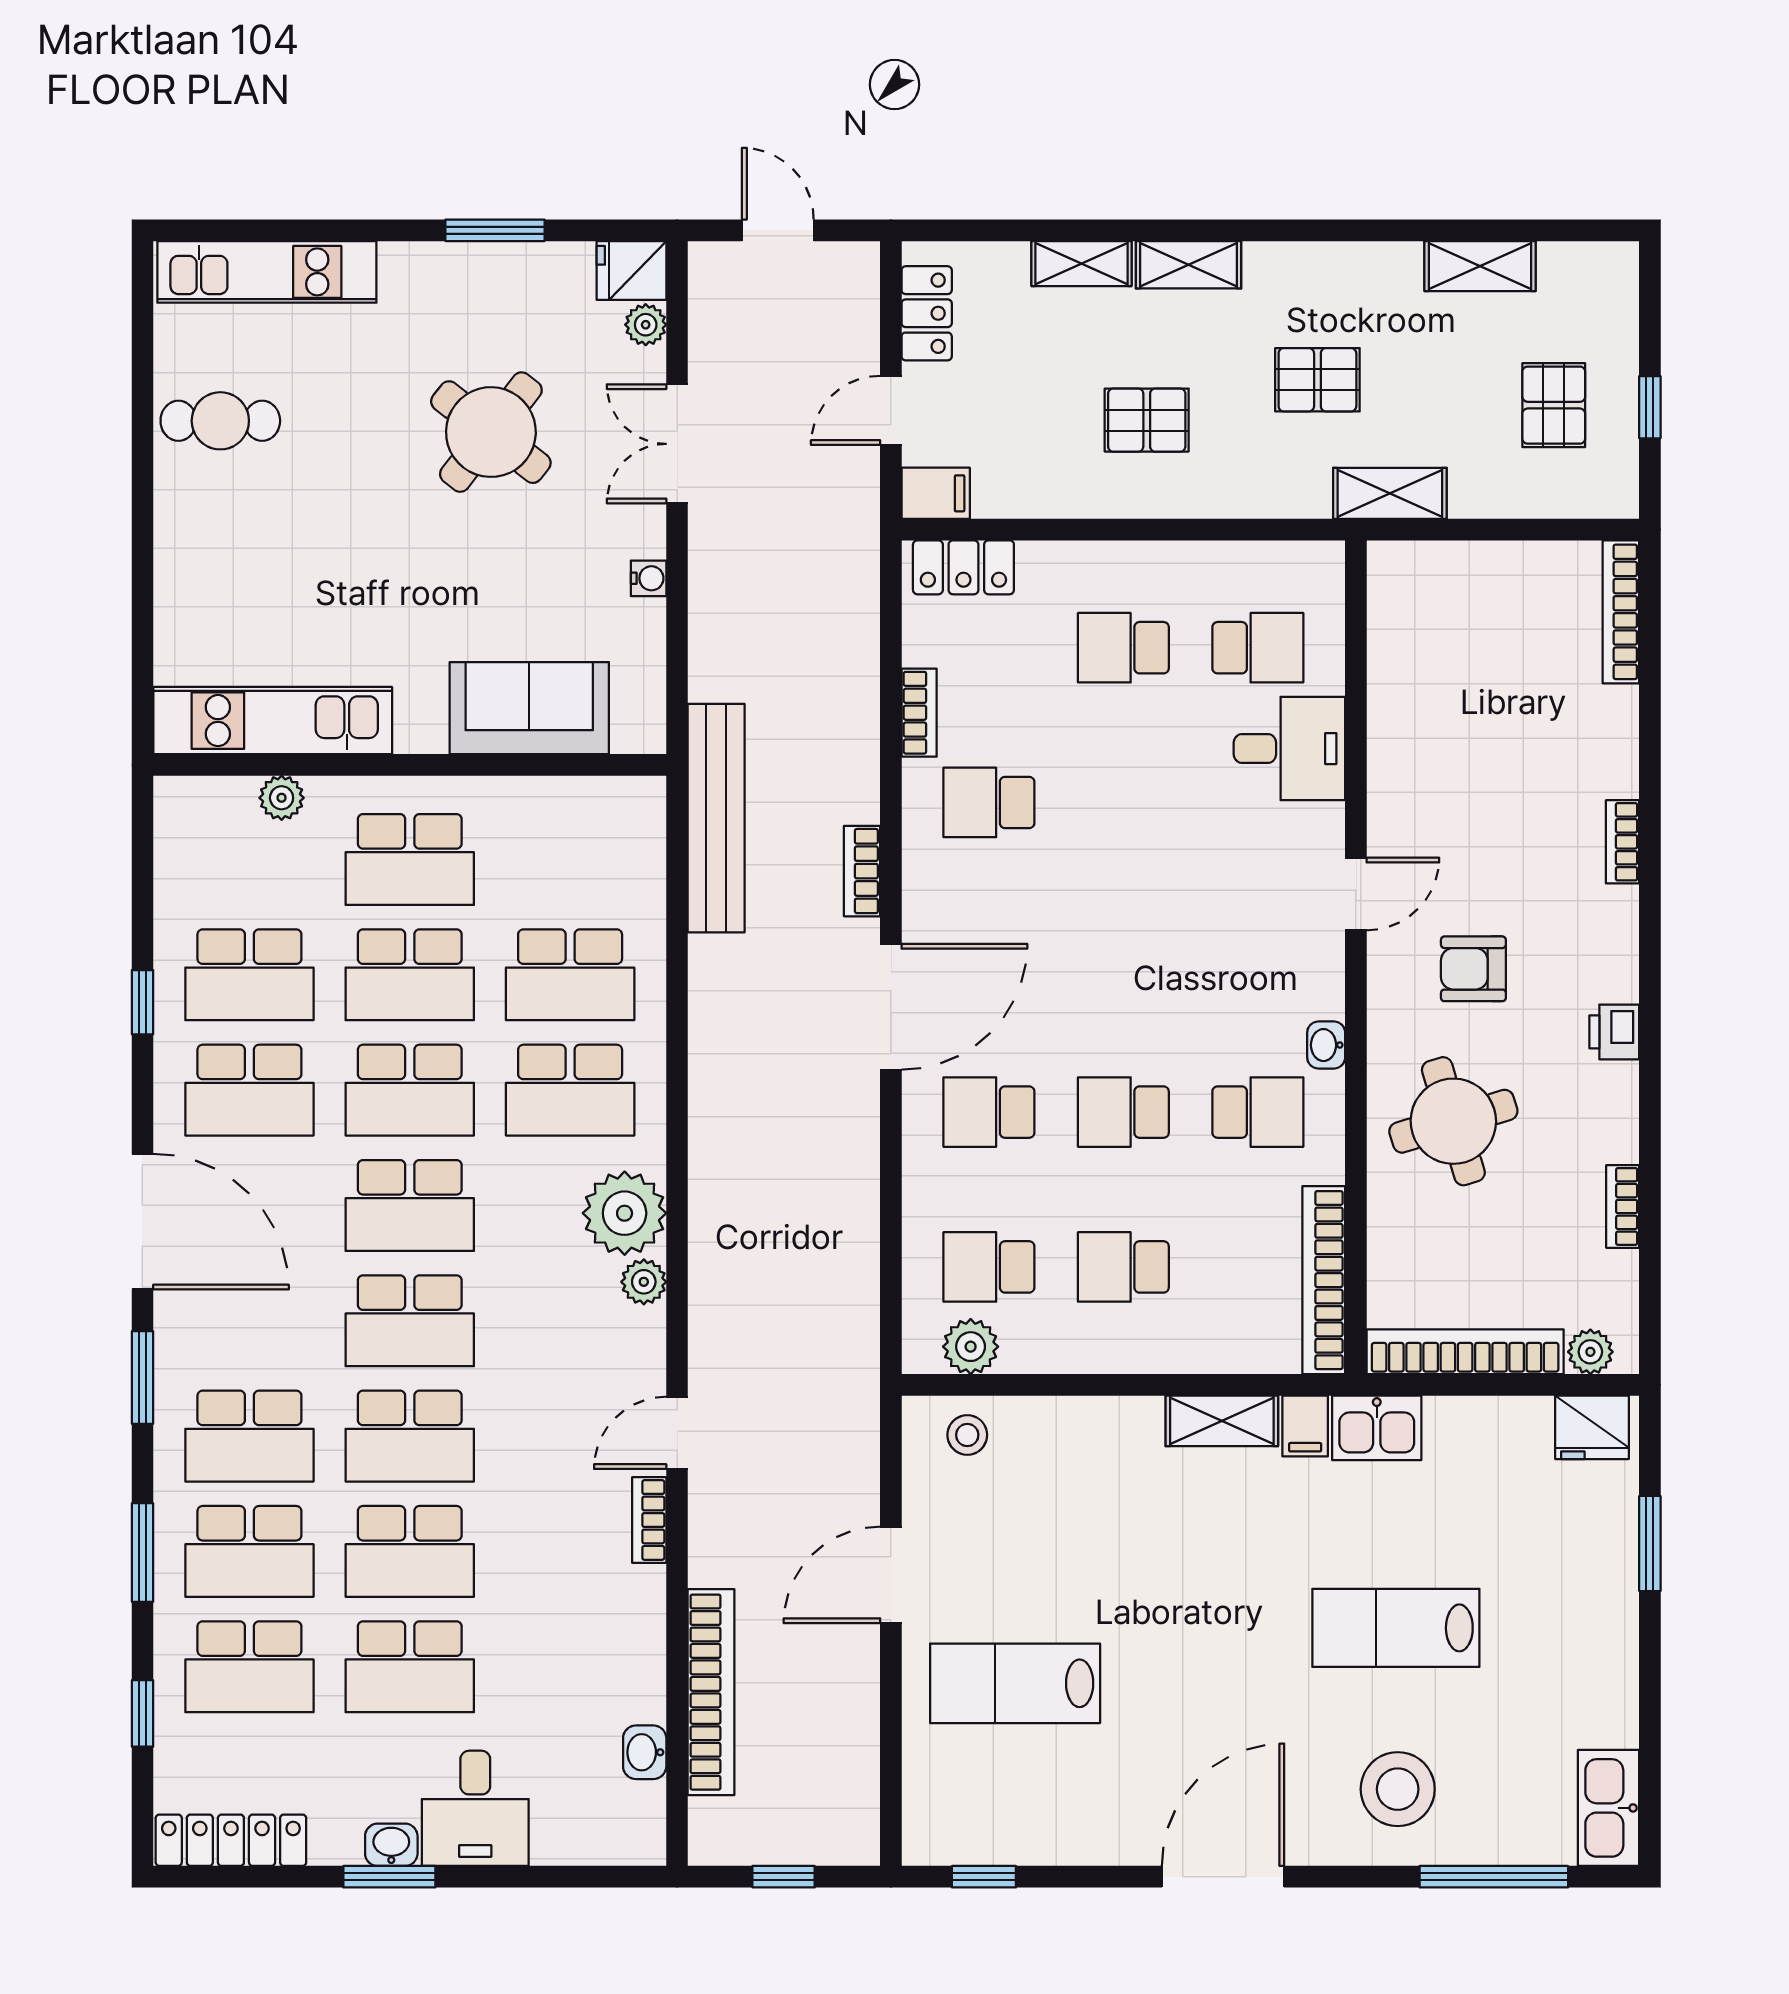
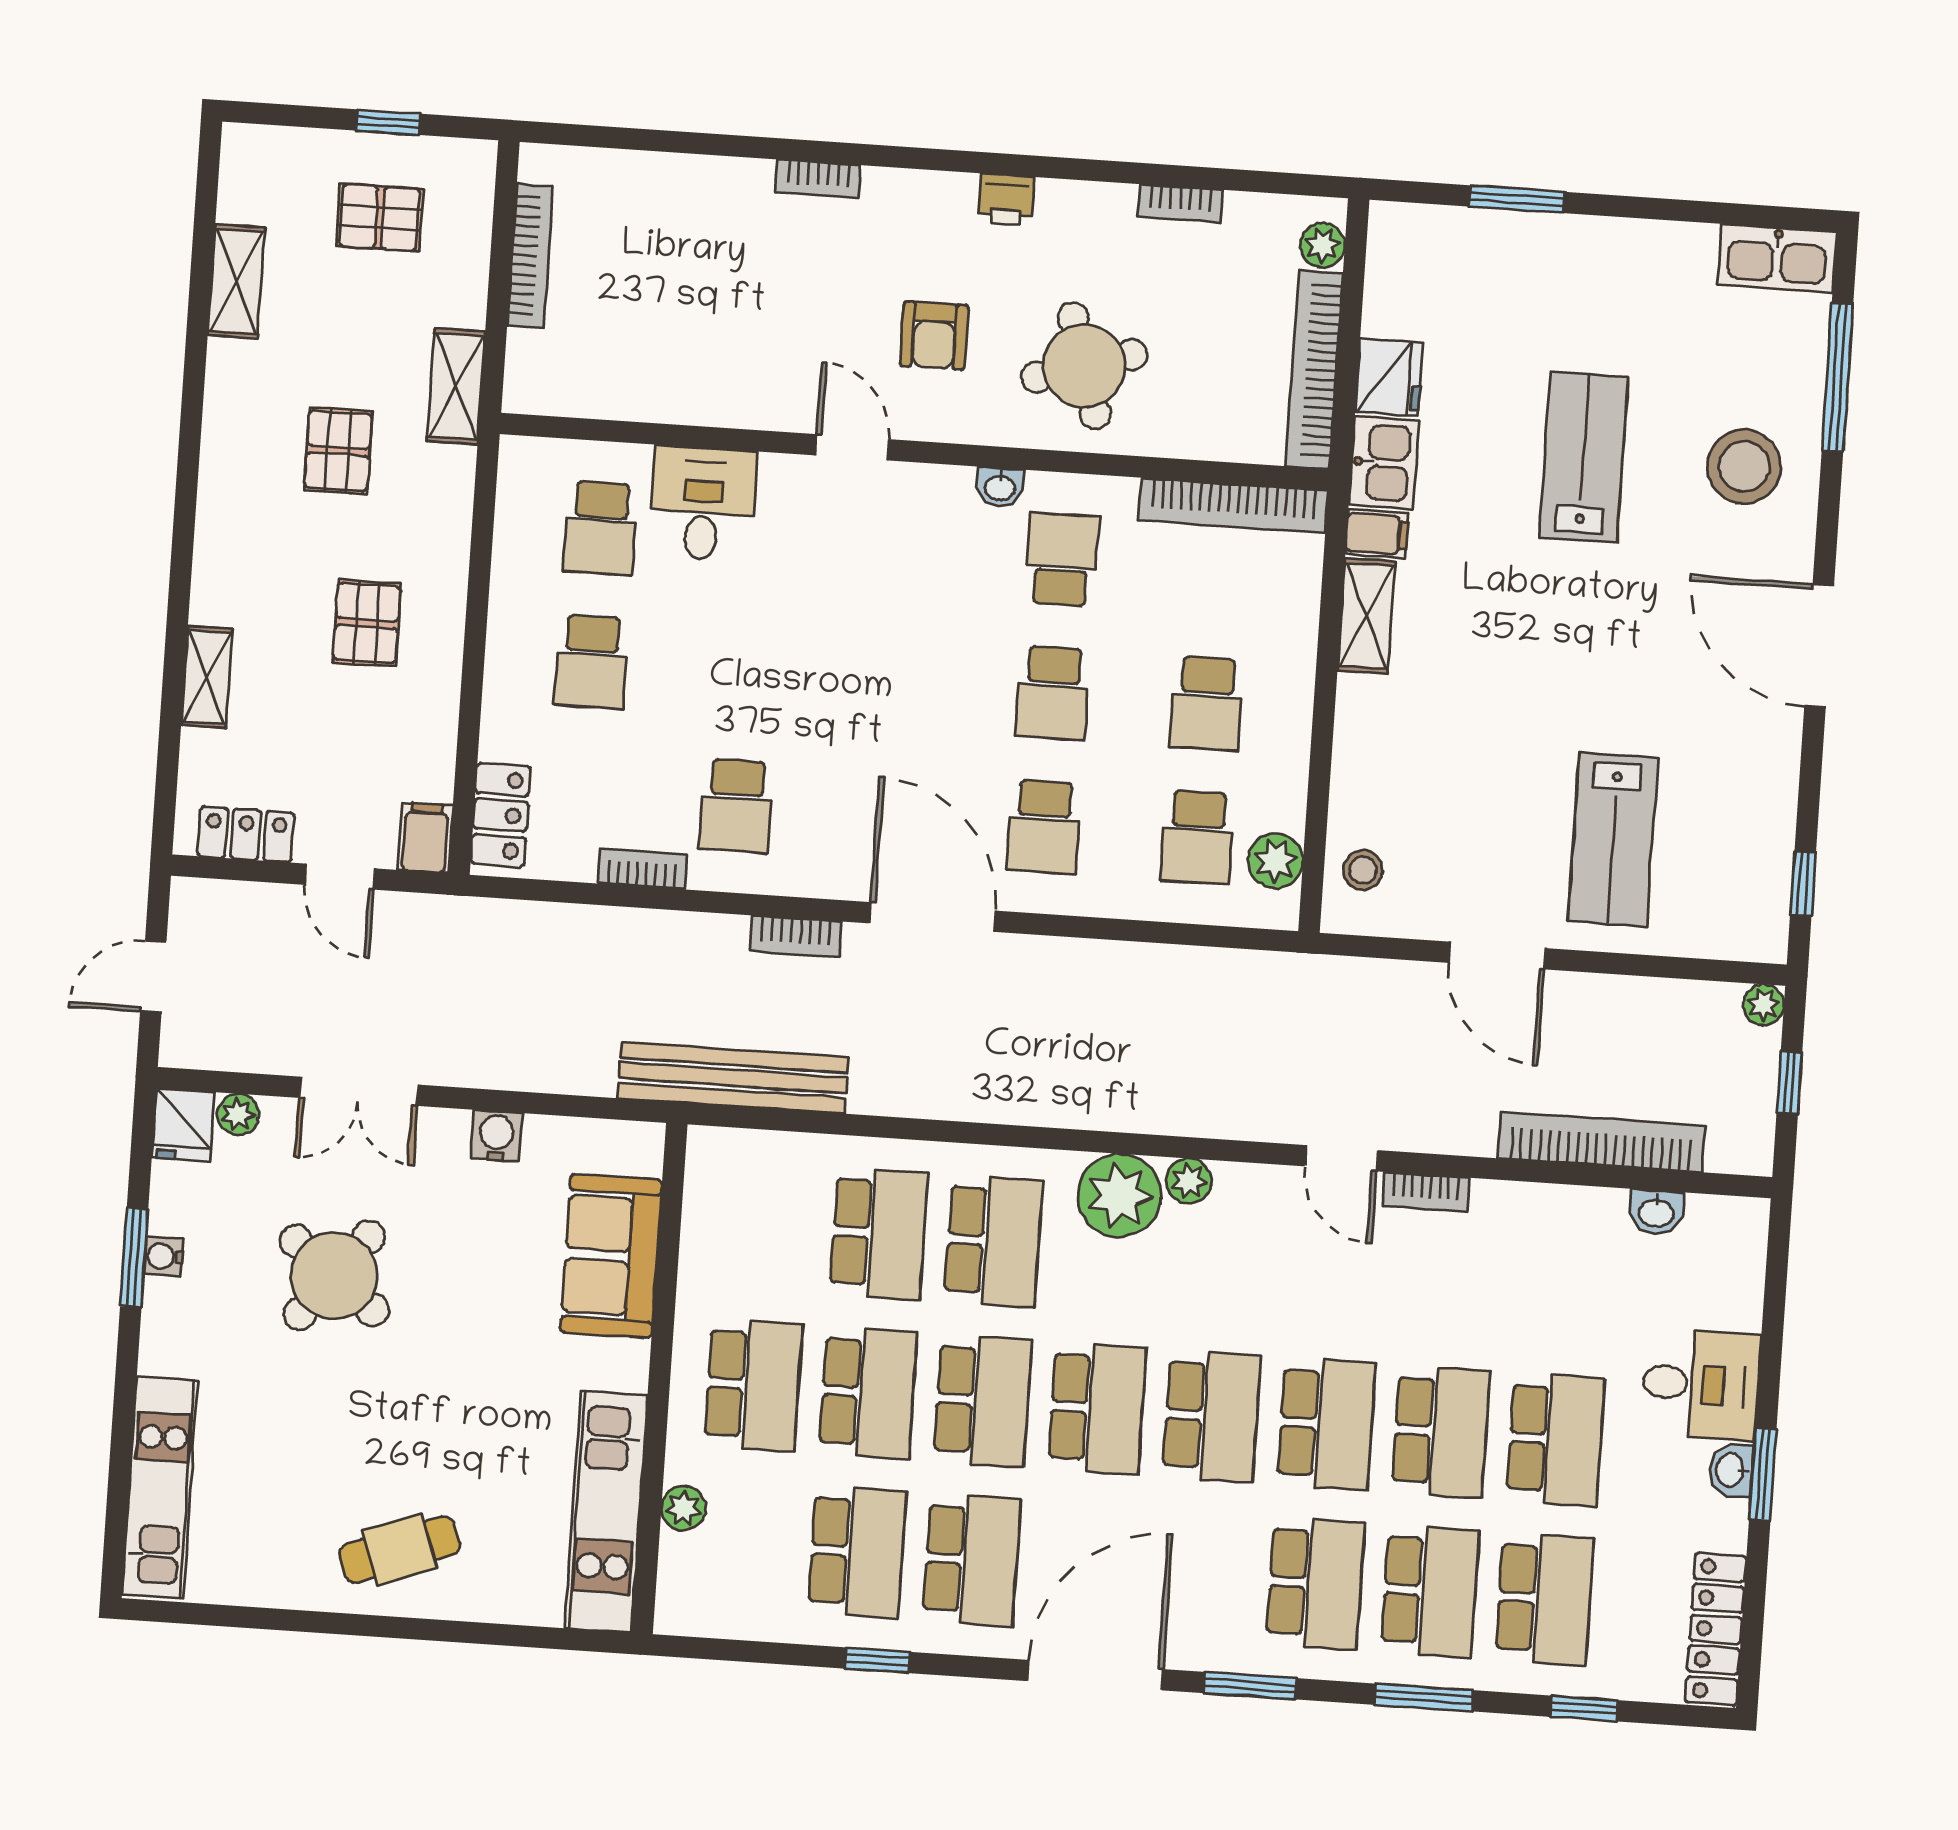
water cooler: (498, 260) -> (164, 1256), added
shelving: (1189, 265) -> (215, 571), removed
cafe table: (220, 421) -> (400, 1549), moved, turned 70
water cooler: (649, 578) -> (497, 1136), width x1.38, depth x1.38
bookcase: (1621, 612) -> (530, 256), moved, turned -90
school desk: (1258, 648) -> (600, 528), turned 180
fridge: (1592, 1427) -> (1389, 378), moved
lab bench: (1396, 1628) -> (1584, 457), turned 180
plant: (860, 1845) -> (1764, 1005), added

